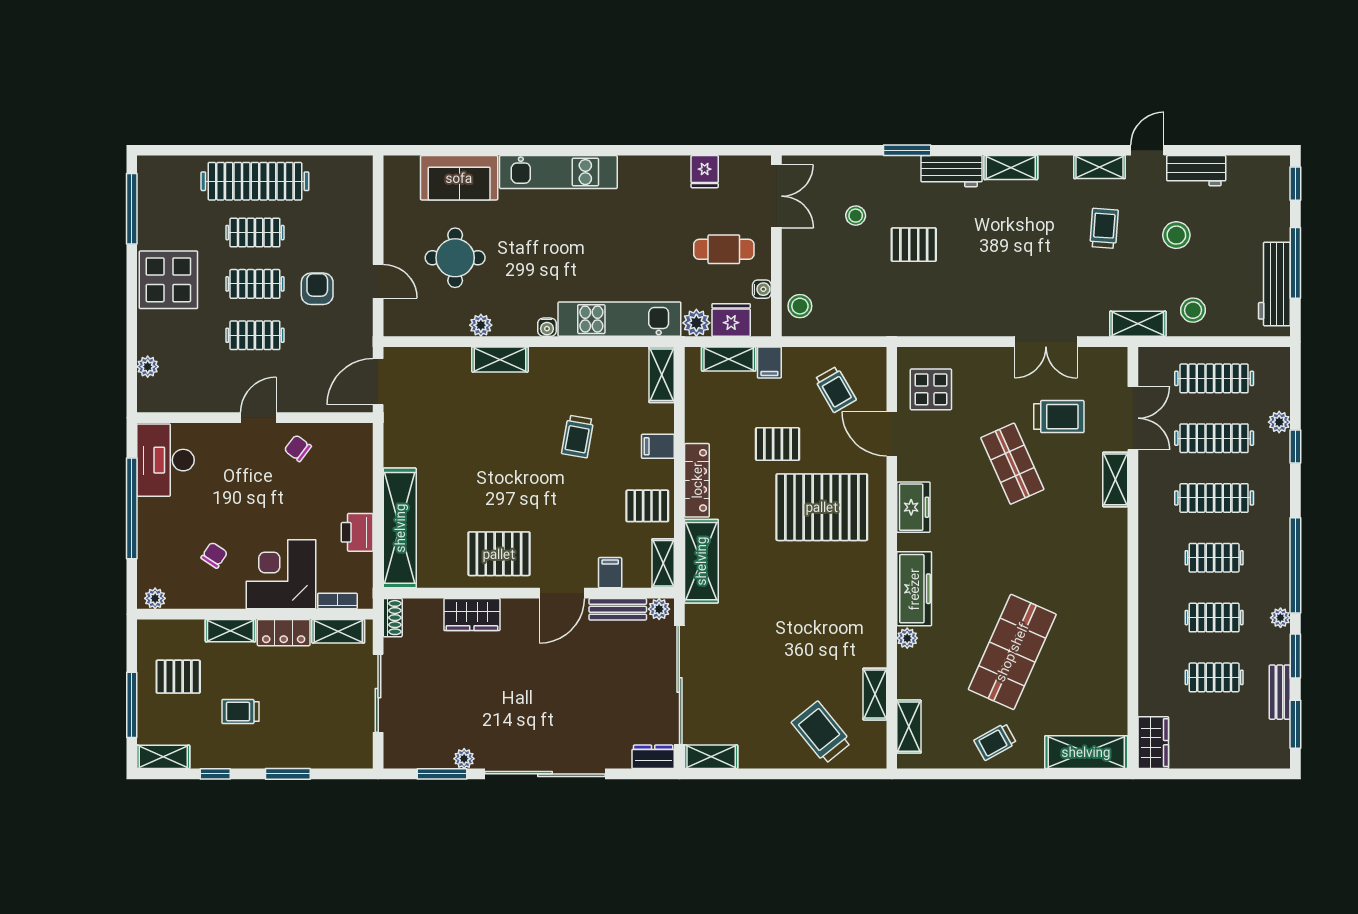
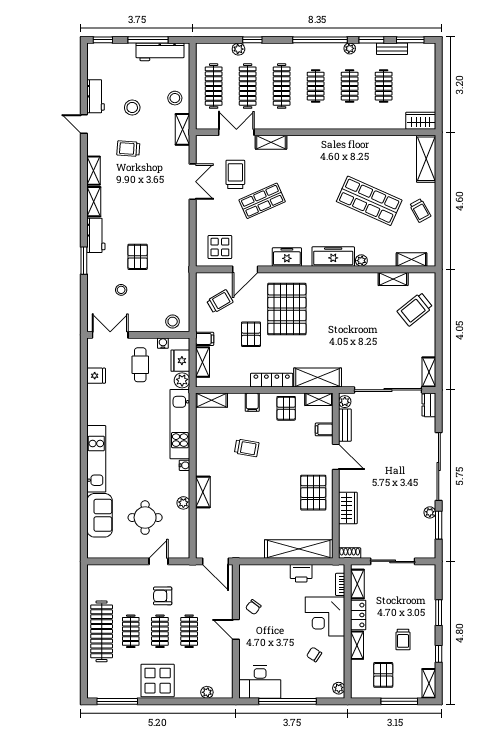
shelving: (1099, 167) -> (94, 171), moved

